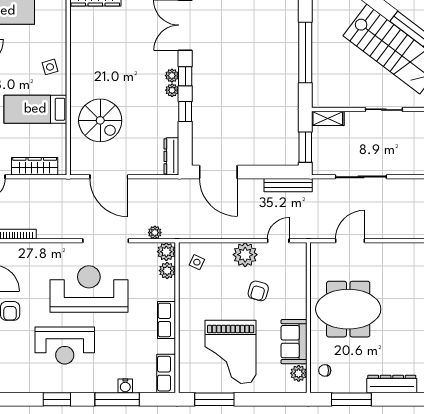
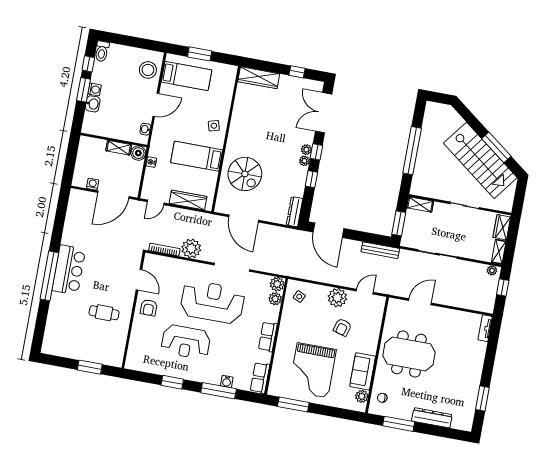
plant: (155, 233) -> (191, 248), moved, width x1.88, depth x1.88

